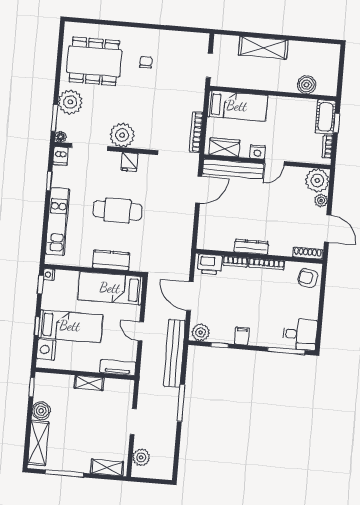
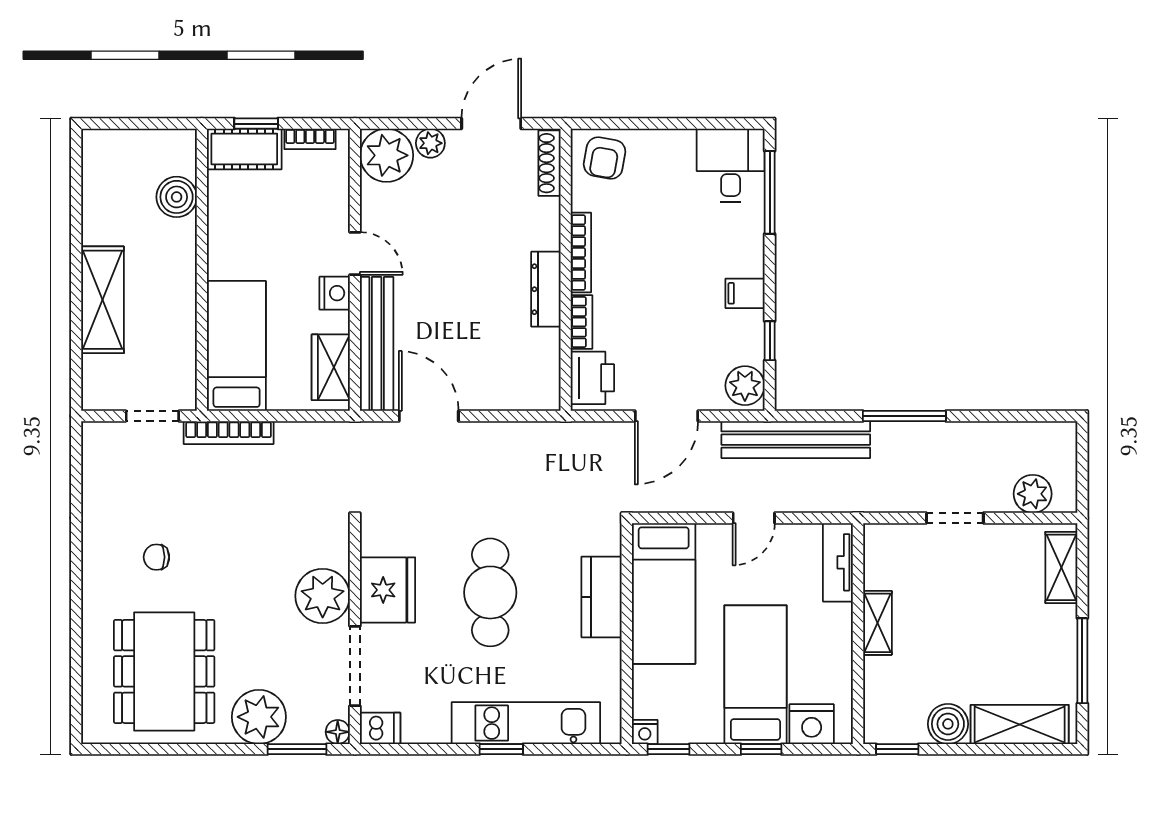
bookcase: (196, 132) -> (229, 433), moved
fridge: (129, 162) -> (388, 590), width x1.88, depth x1.34
window: (49, 181) -> (501, 749), moved

